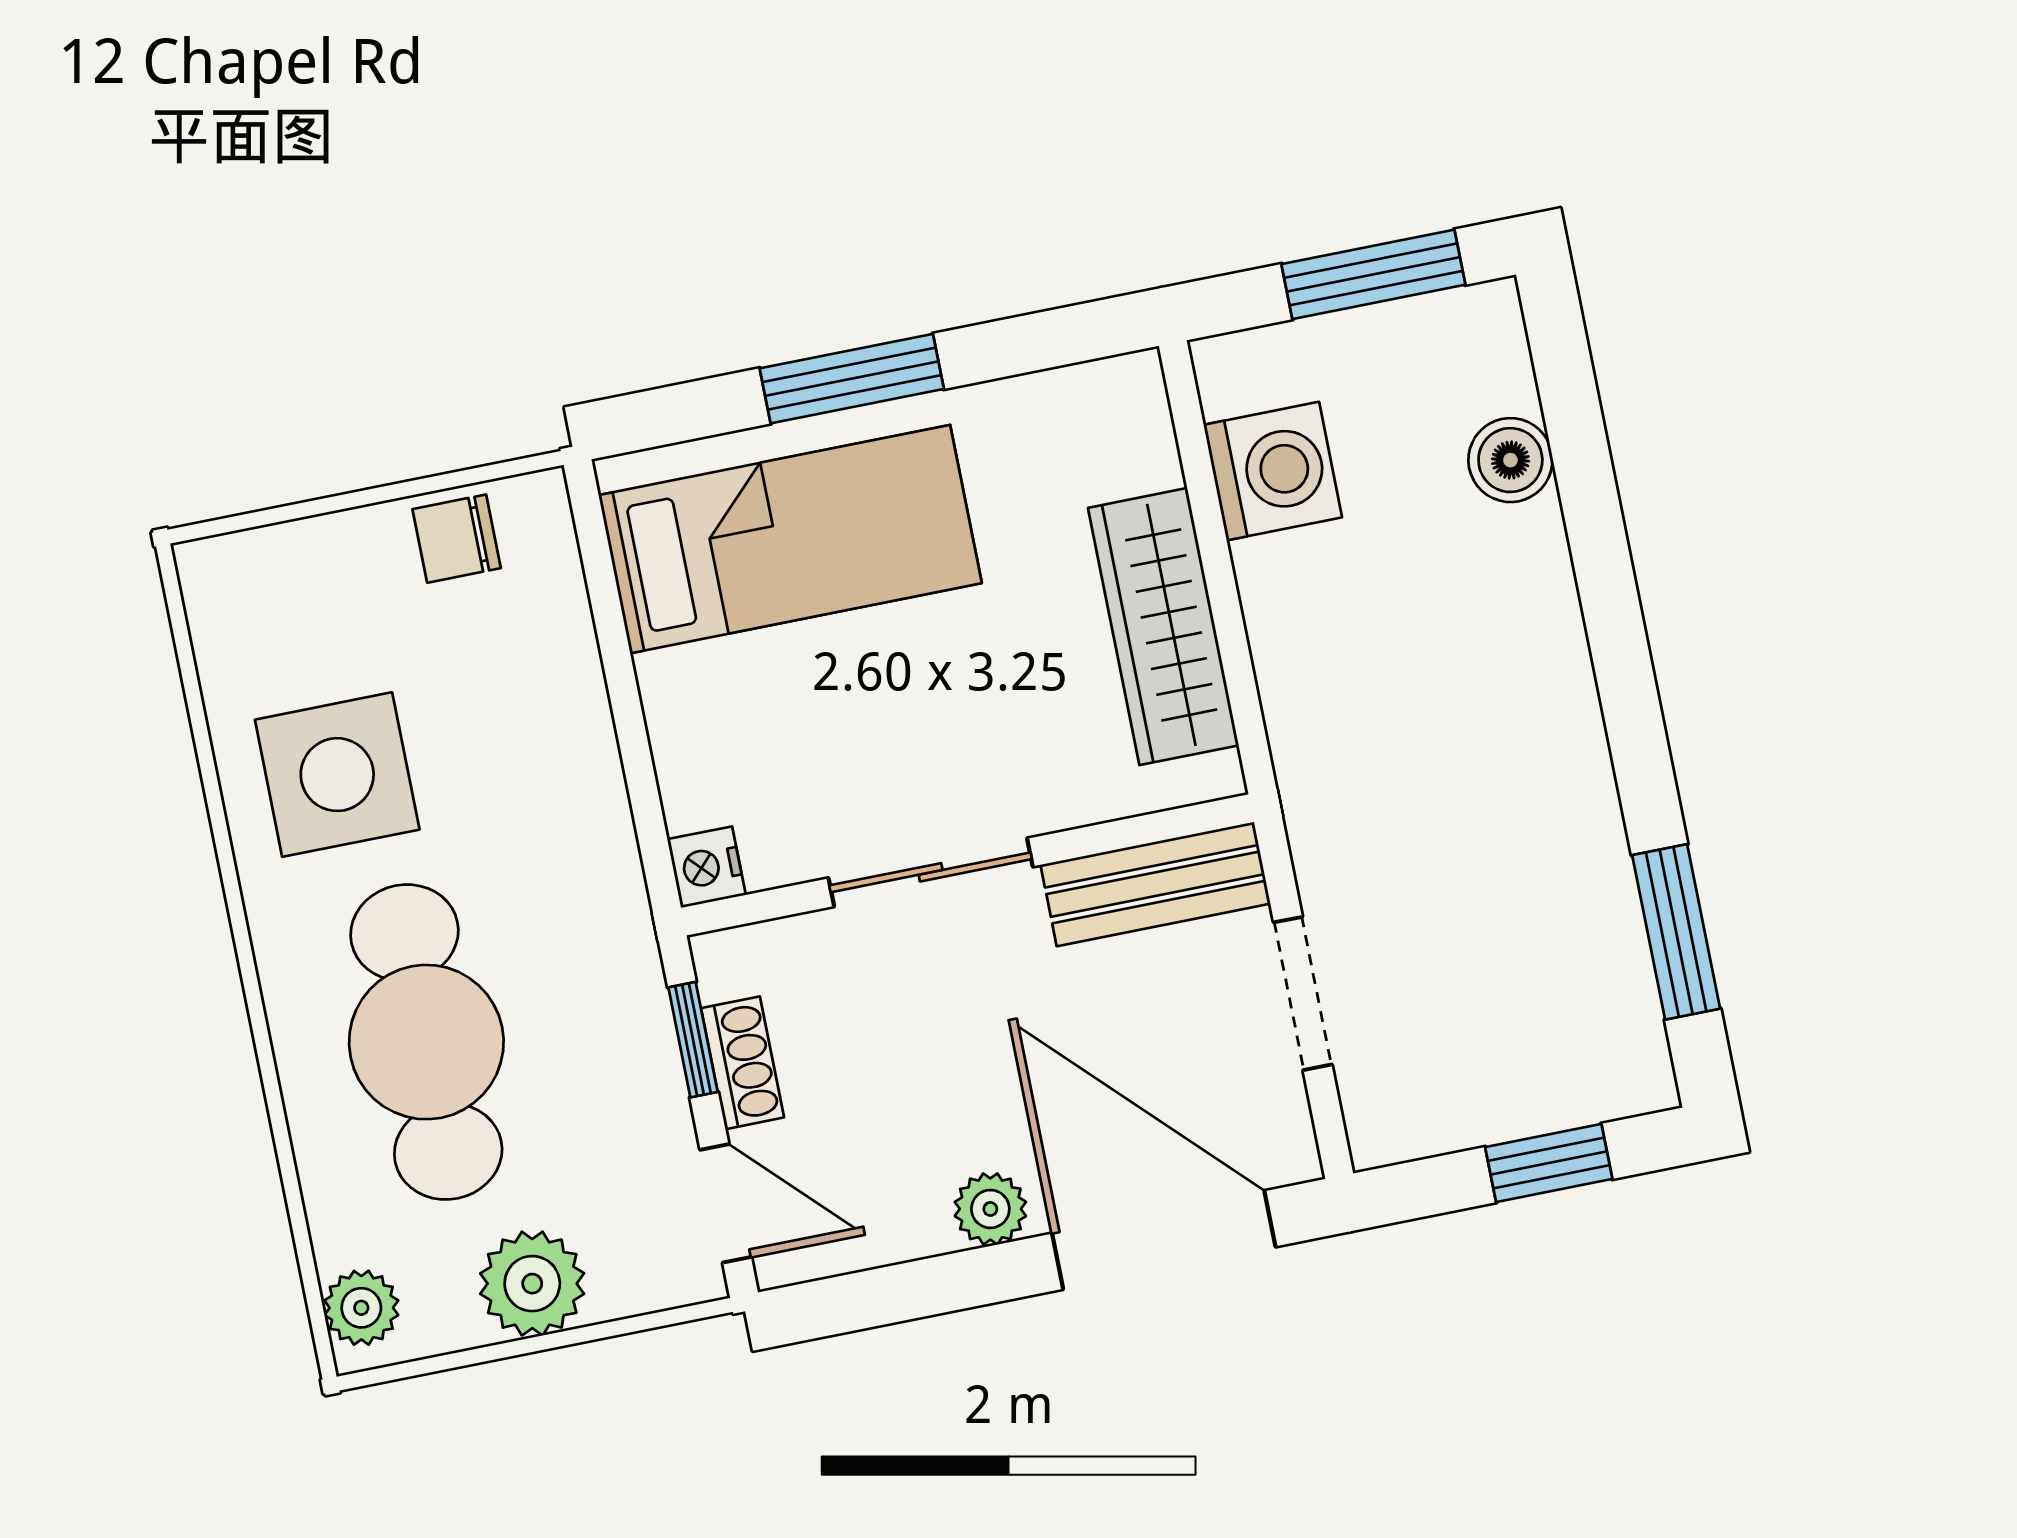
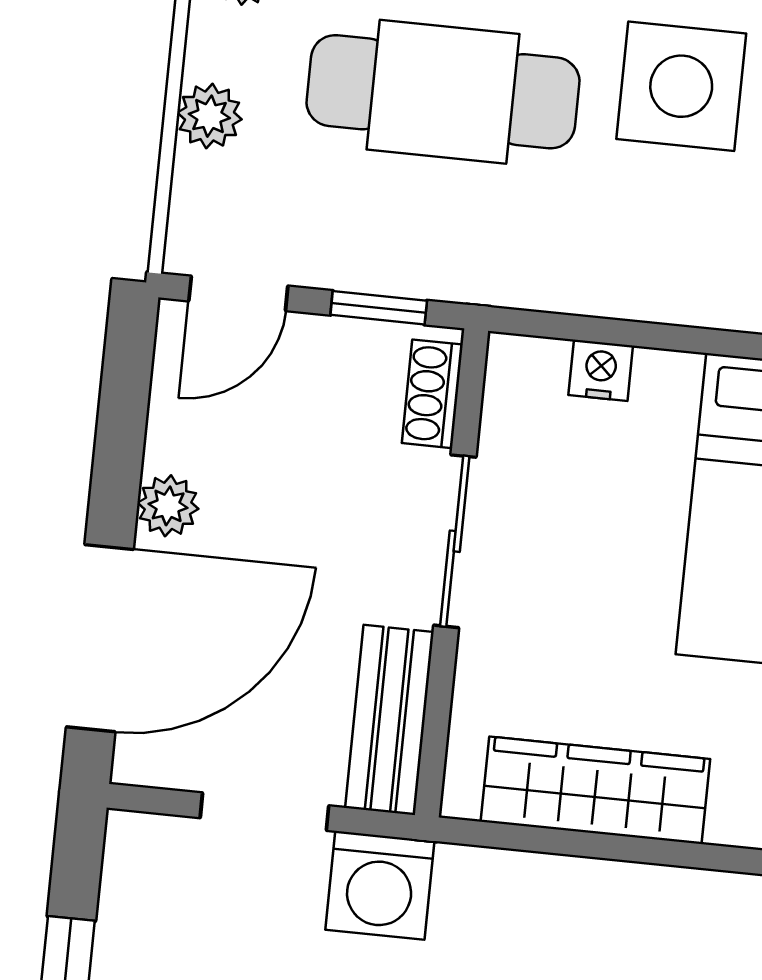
washing machine: (1273, 471) -> (380, 885), moved
nightstand: (707, 867) -> (601, 370), moved
shoe rack: (743, 1063) -> (432, 394), moved, turned 90
plant: (532, 1284) -> (209, 116), width x0.73, depth x0.73

